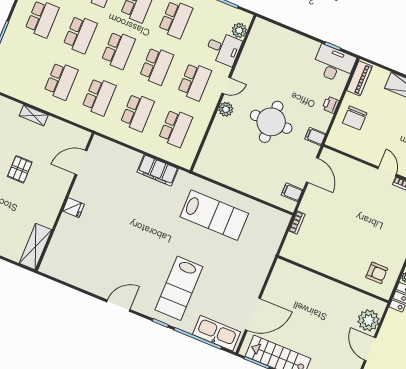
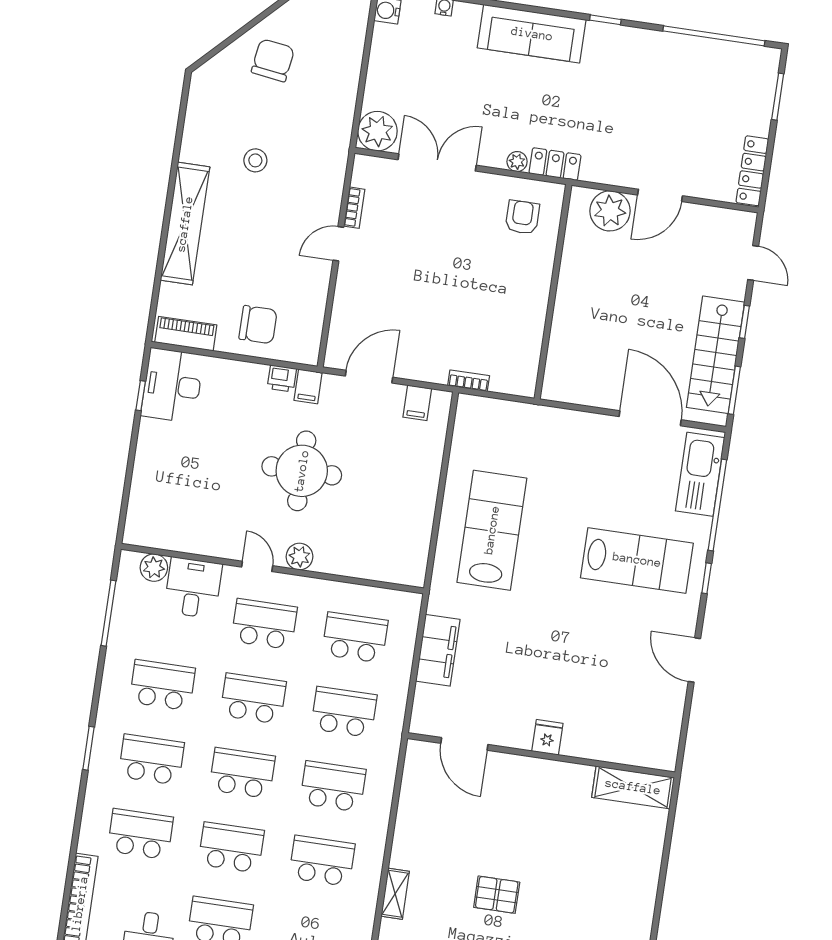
printer: (331, 105) -> (282, 378), moved
door: (81, 163) -> (464, 744), moved
wall: (65, 202) -> (541, 755), moved
fridge: (73, 208) -> (547, 737), moved
shelving: (35, 247) -> (633, 787), moved

